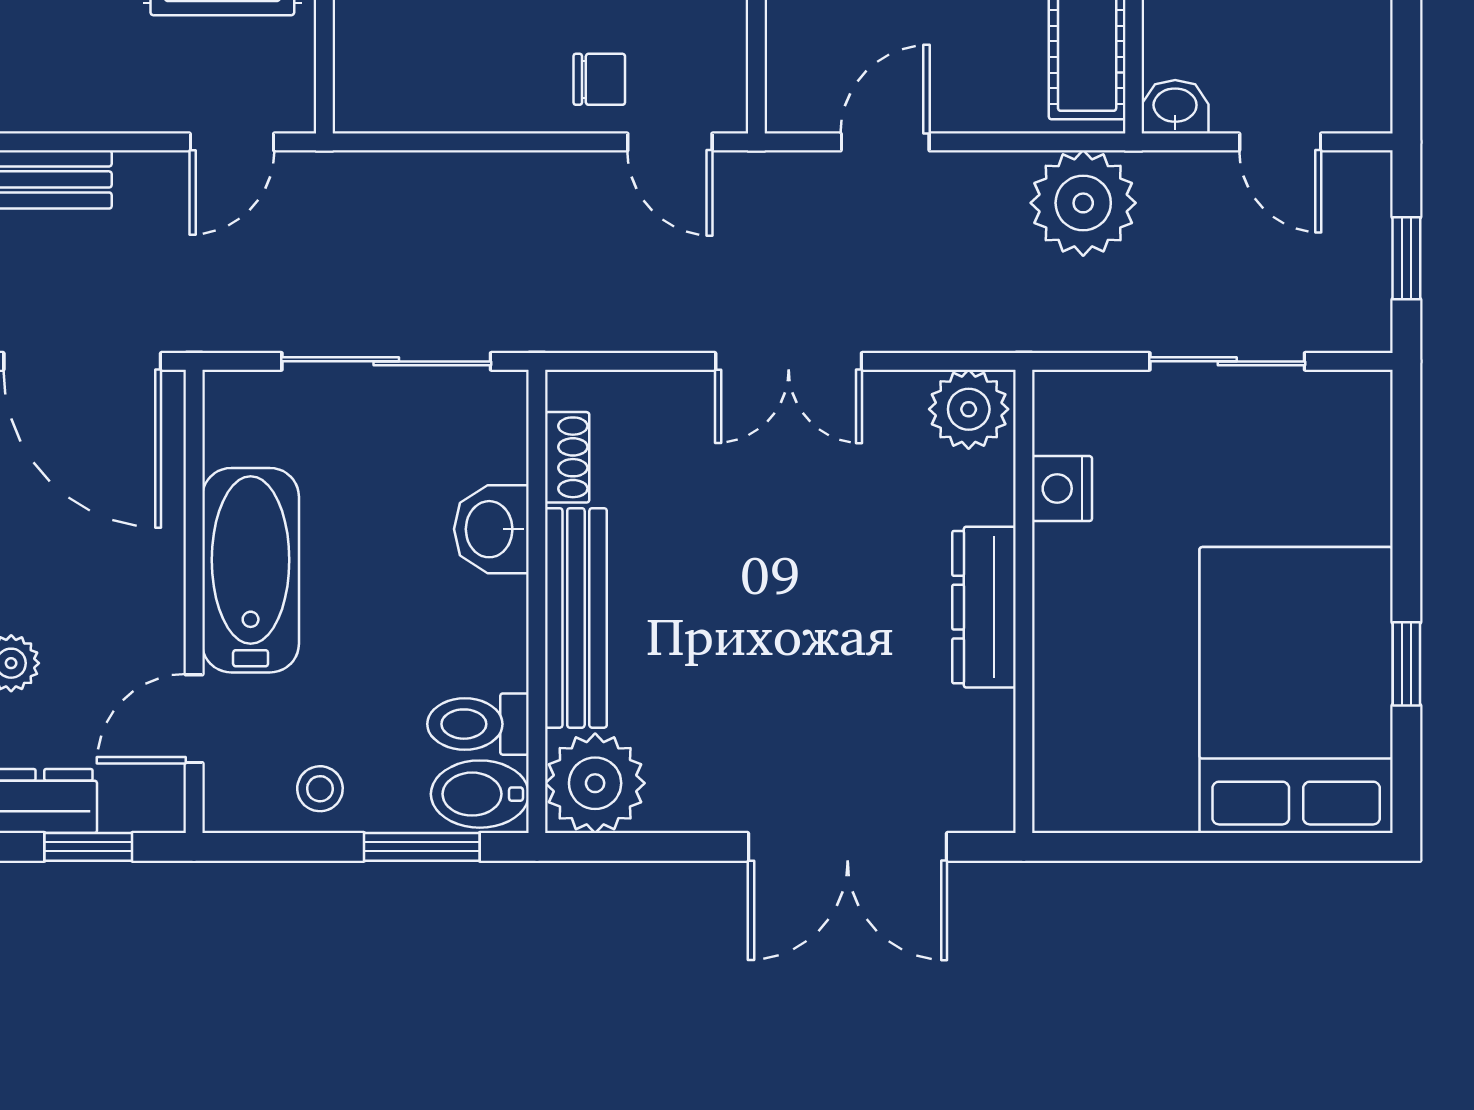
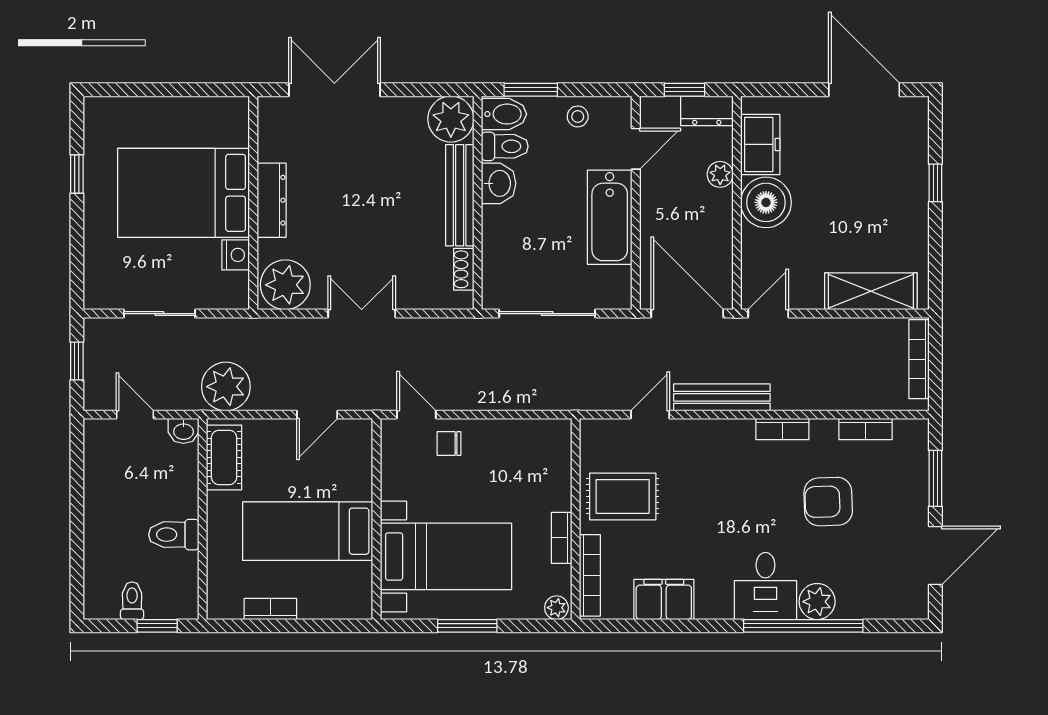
door: (232, 142) -> (650, 415), moved
plant: (969, 409) -> (285, 285), width x1.36, depth x1.36
washbasin: (491, 529) -> (499, 183), moved
bed: (1296, 690) -> (183, 193), moved, turned 90

